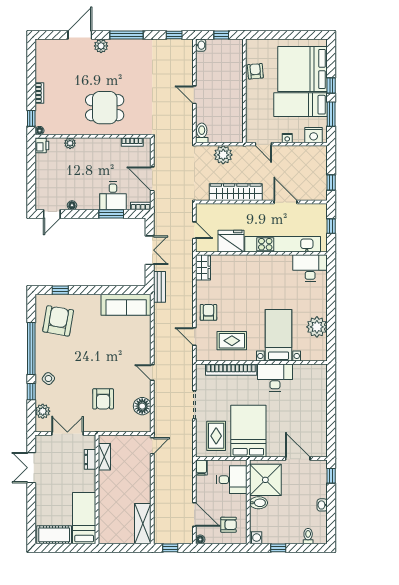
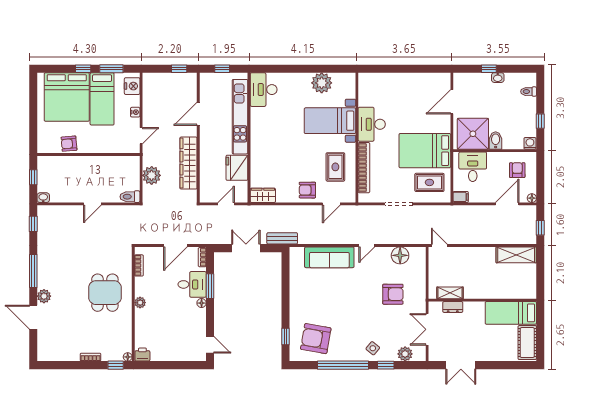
plant: (70, 143) -> (140, 303), moved
floor lamp: (72, 205) -> (202, 303), moved
sofa: (126, 305) -> (329, 257), moved, turned 90
window: (331, 476) -> (489, 69), moved

